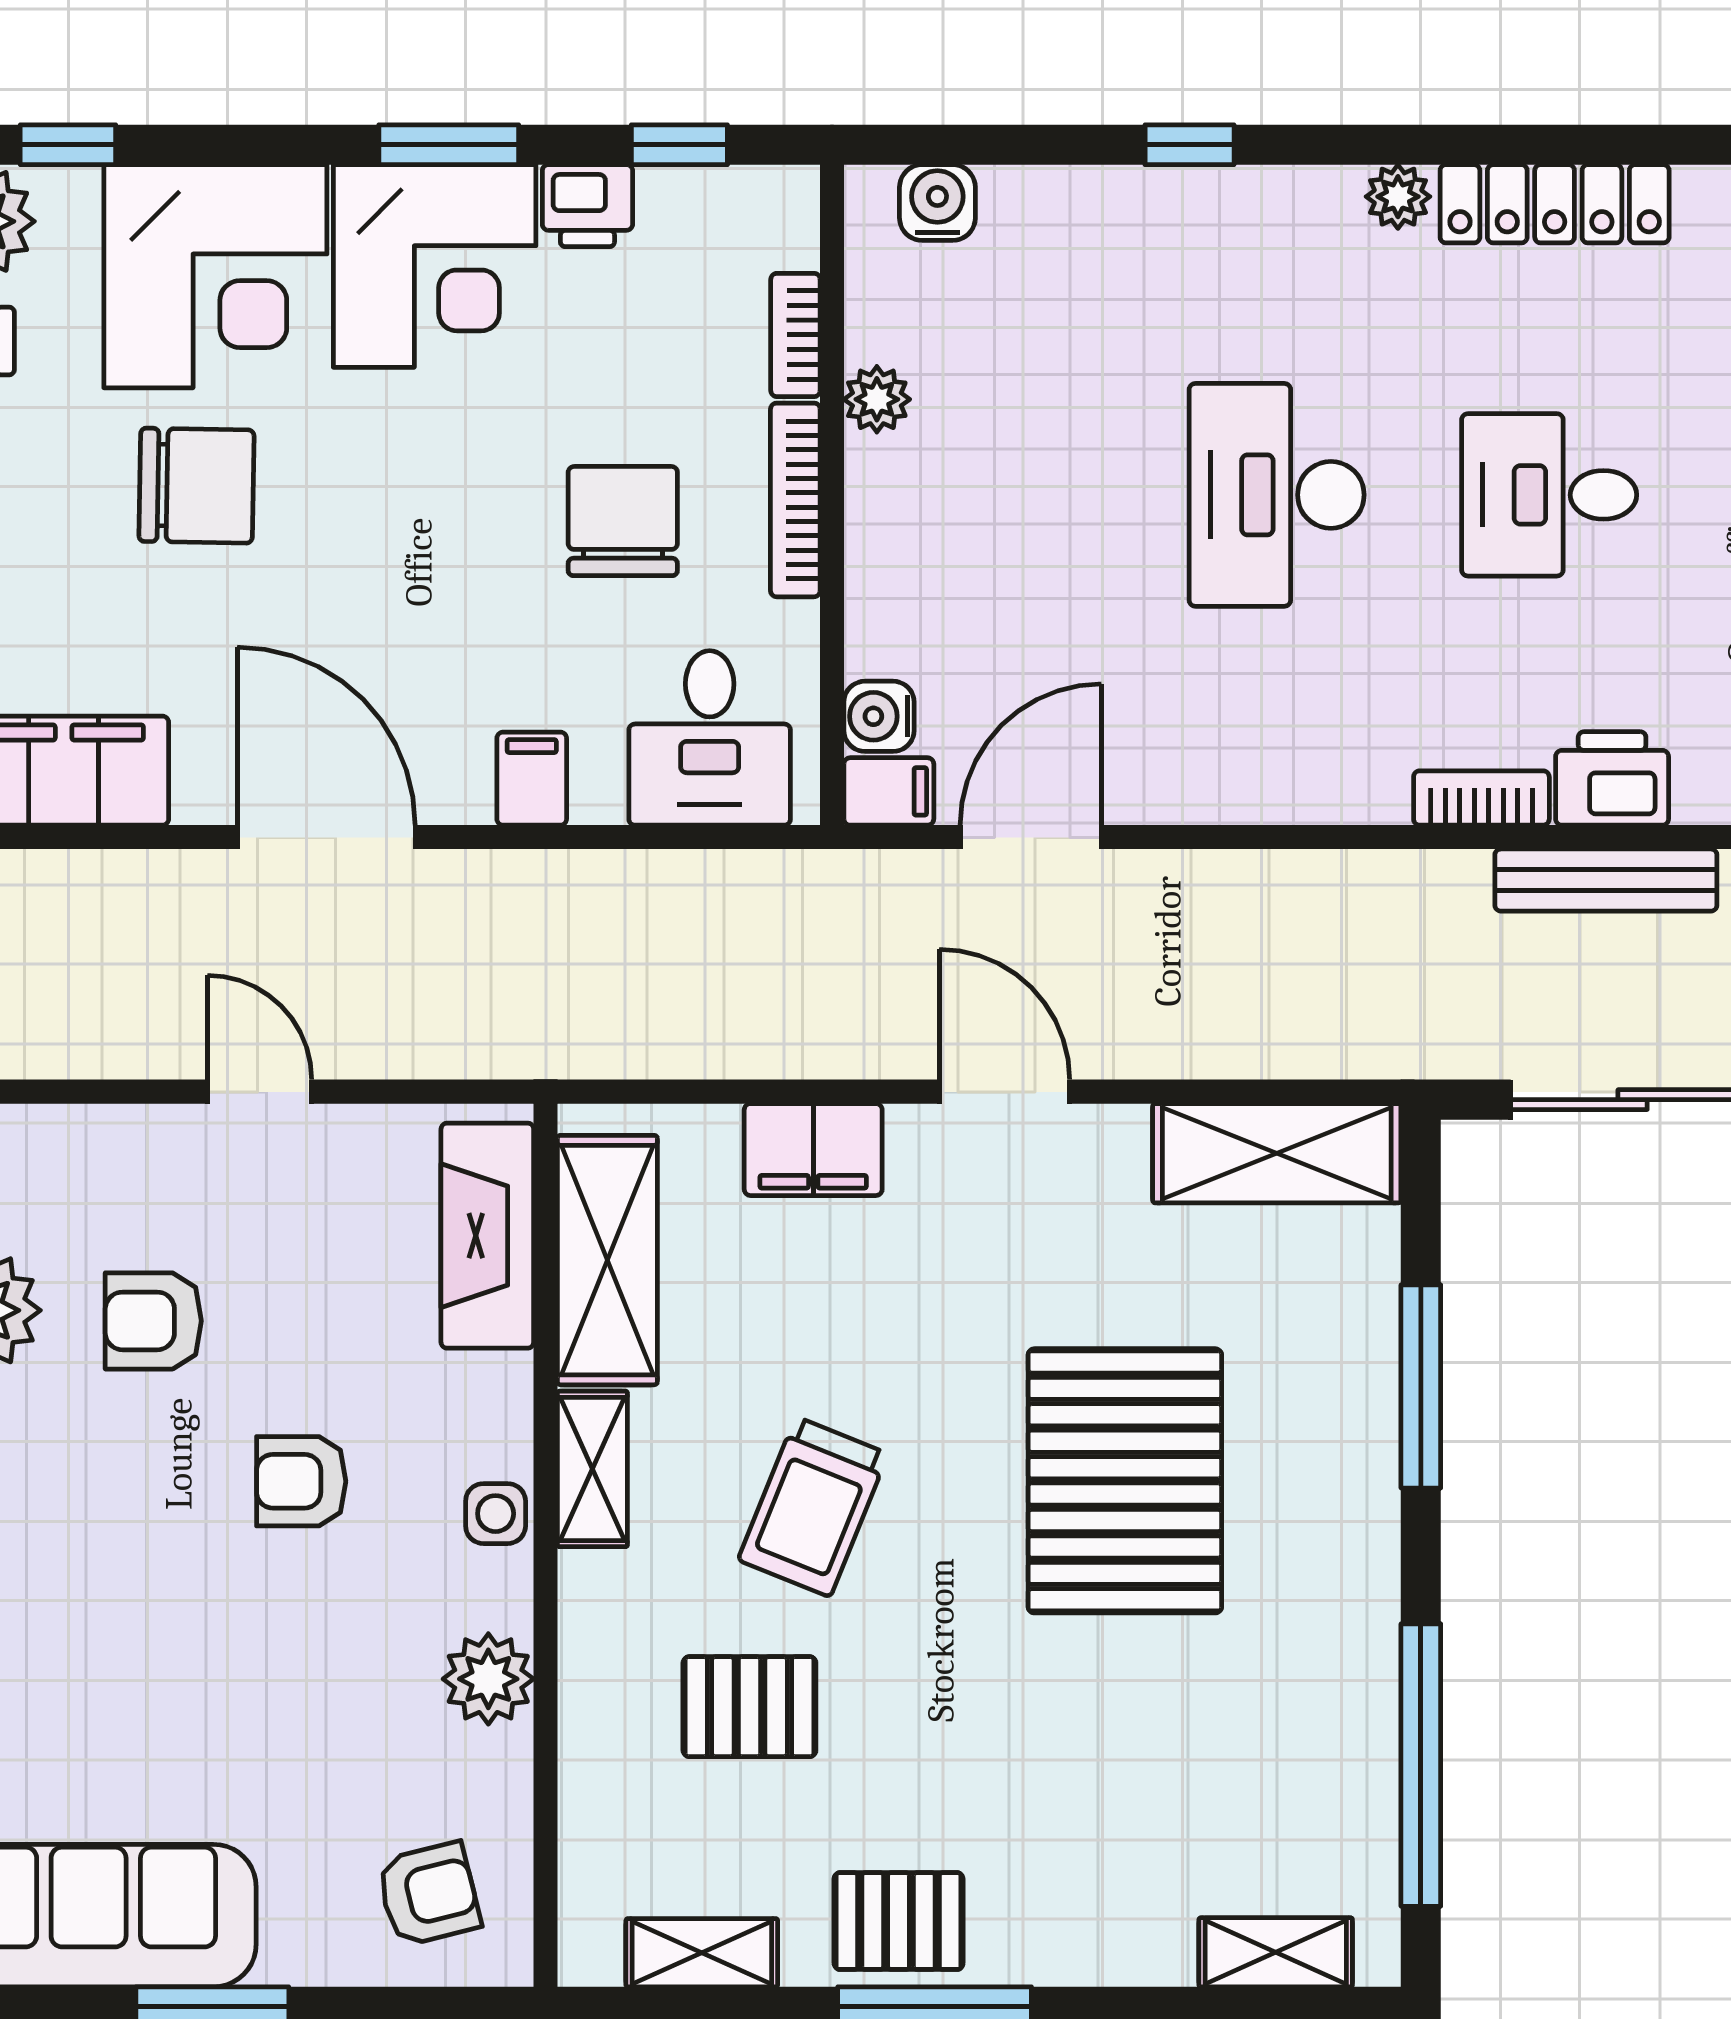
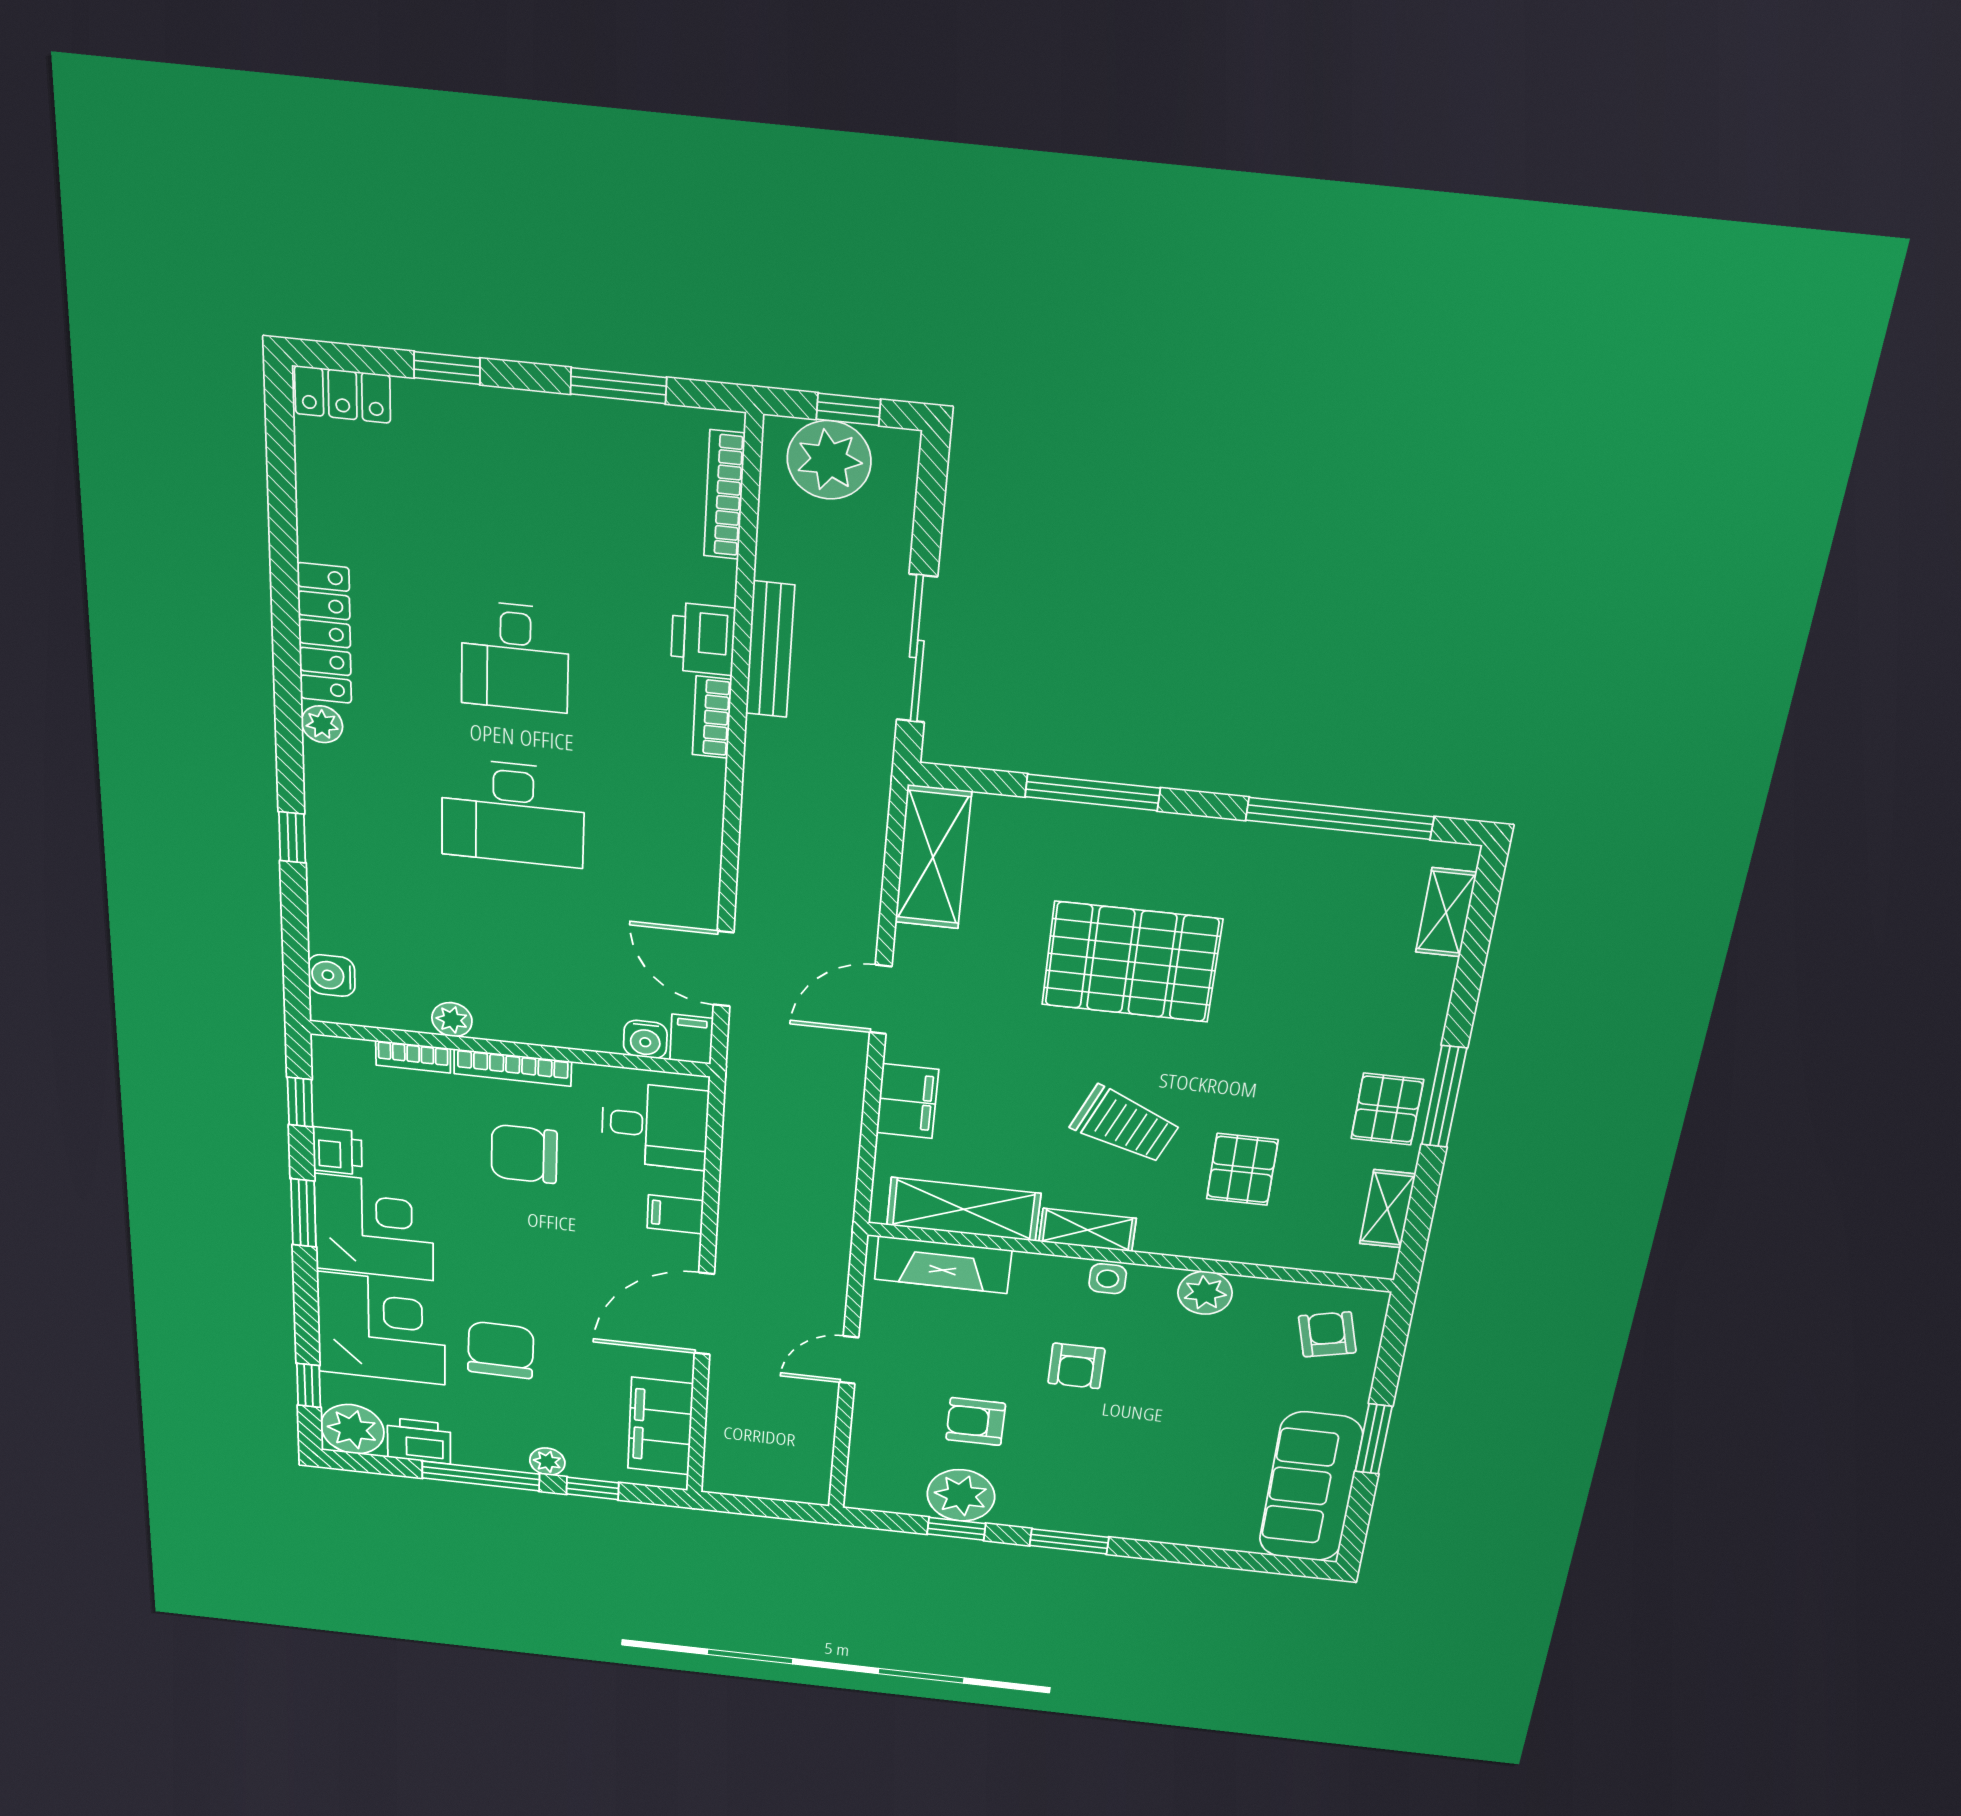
armchair: (153, 1321) -> (976, 1422), turned 90

